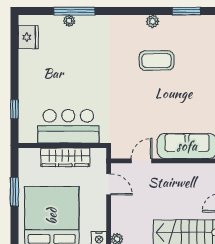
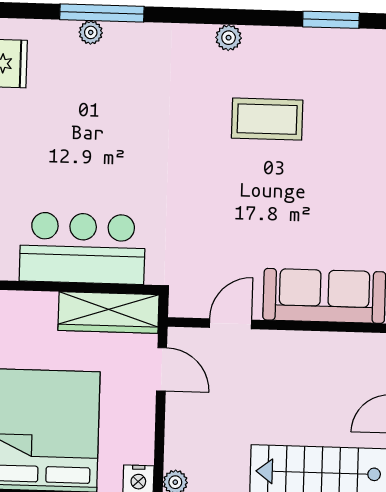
plant: (153, 21) -> (229, 38), moved
wardrobe: (65, 157) -> (109, 312), moved

